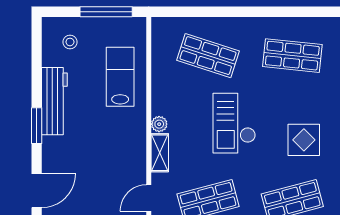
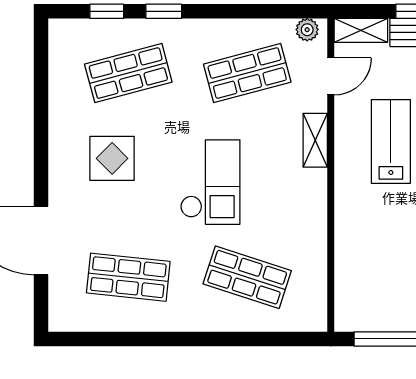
lab bench: (120, 77) -> (391, 141), moved, turned 180
plant: (159, 124) -> (316, 181), removed

